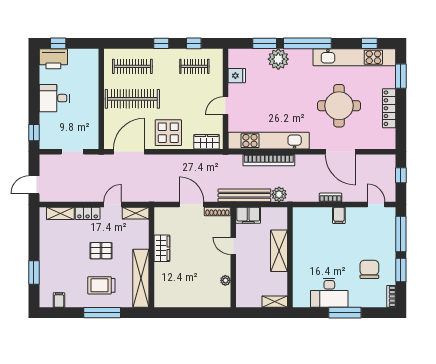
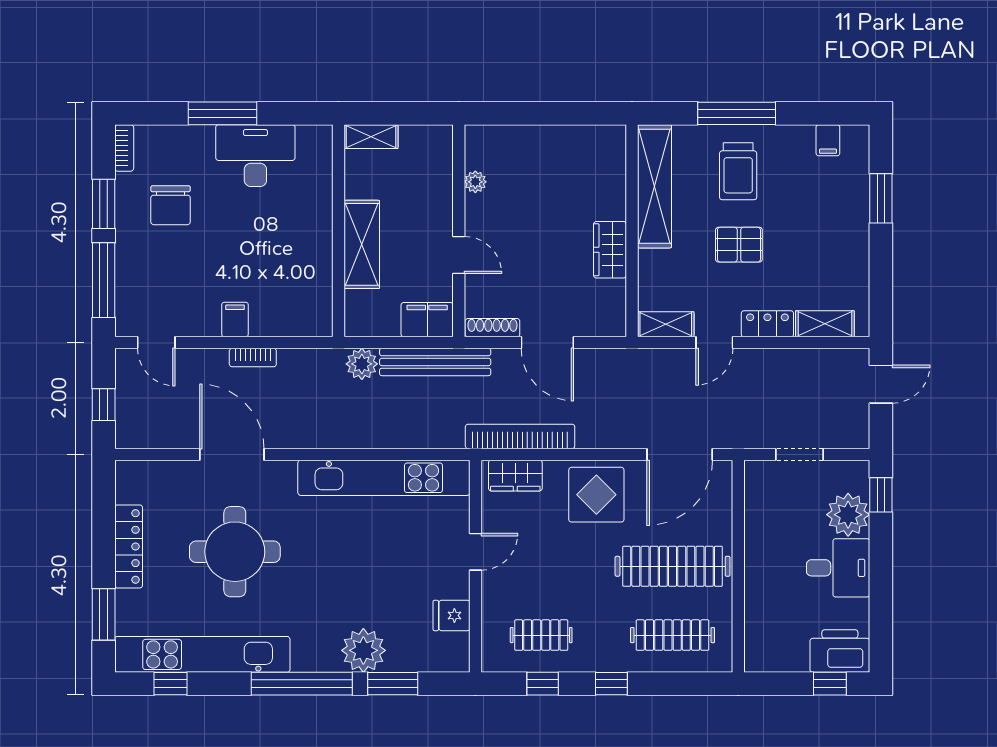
plant: (49, 123) -> (848, 515), added
bookcase: (269, 160) -> (520, 436), moved
trolley: (101, 285) -> (738, 171), turned 90

